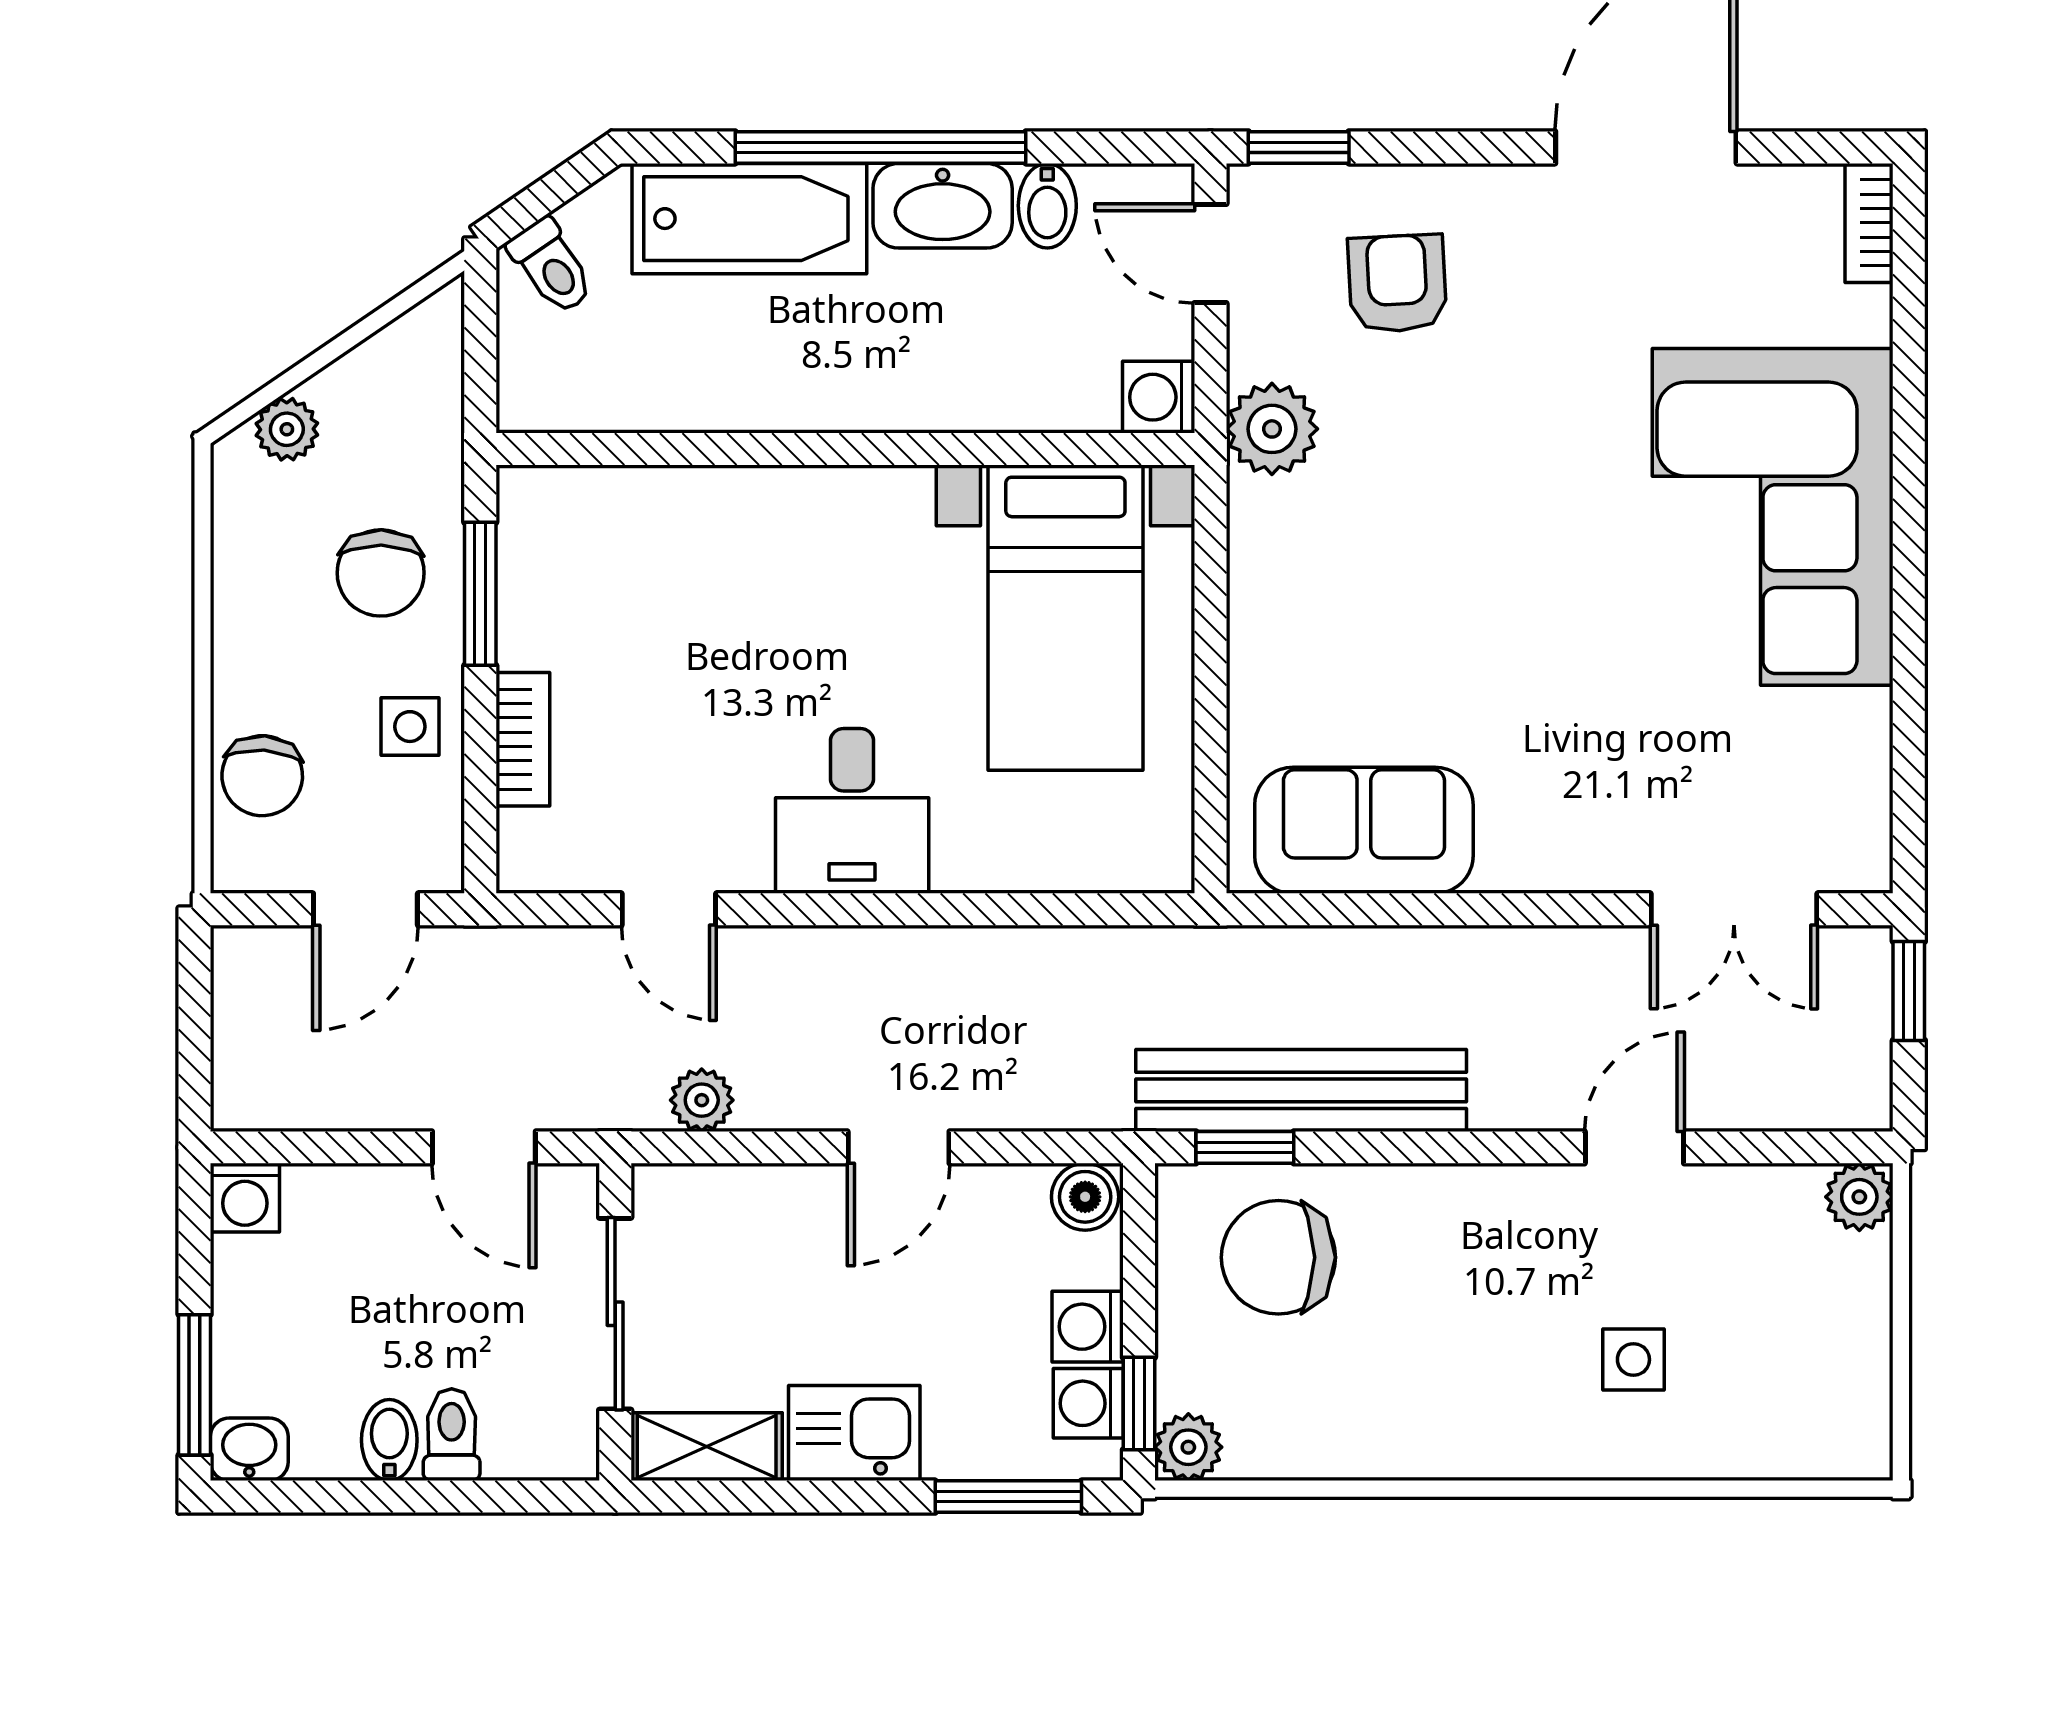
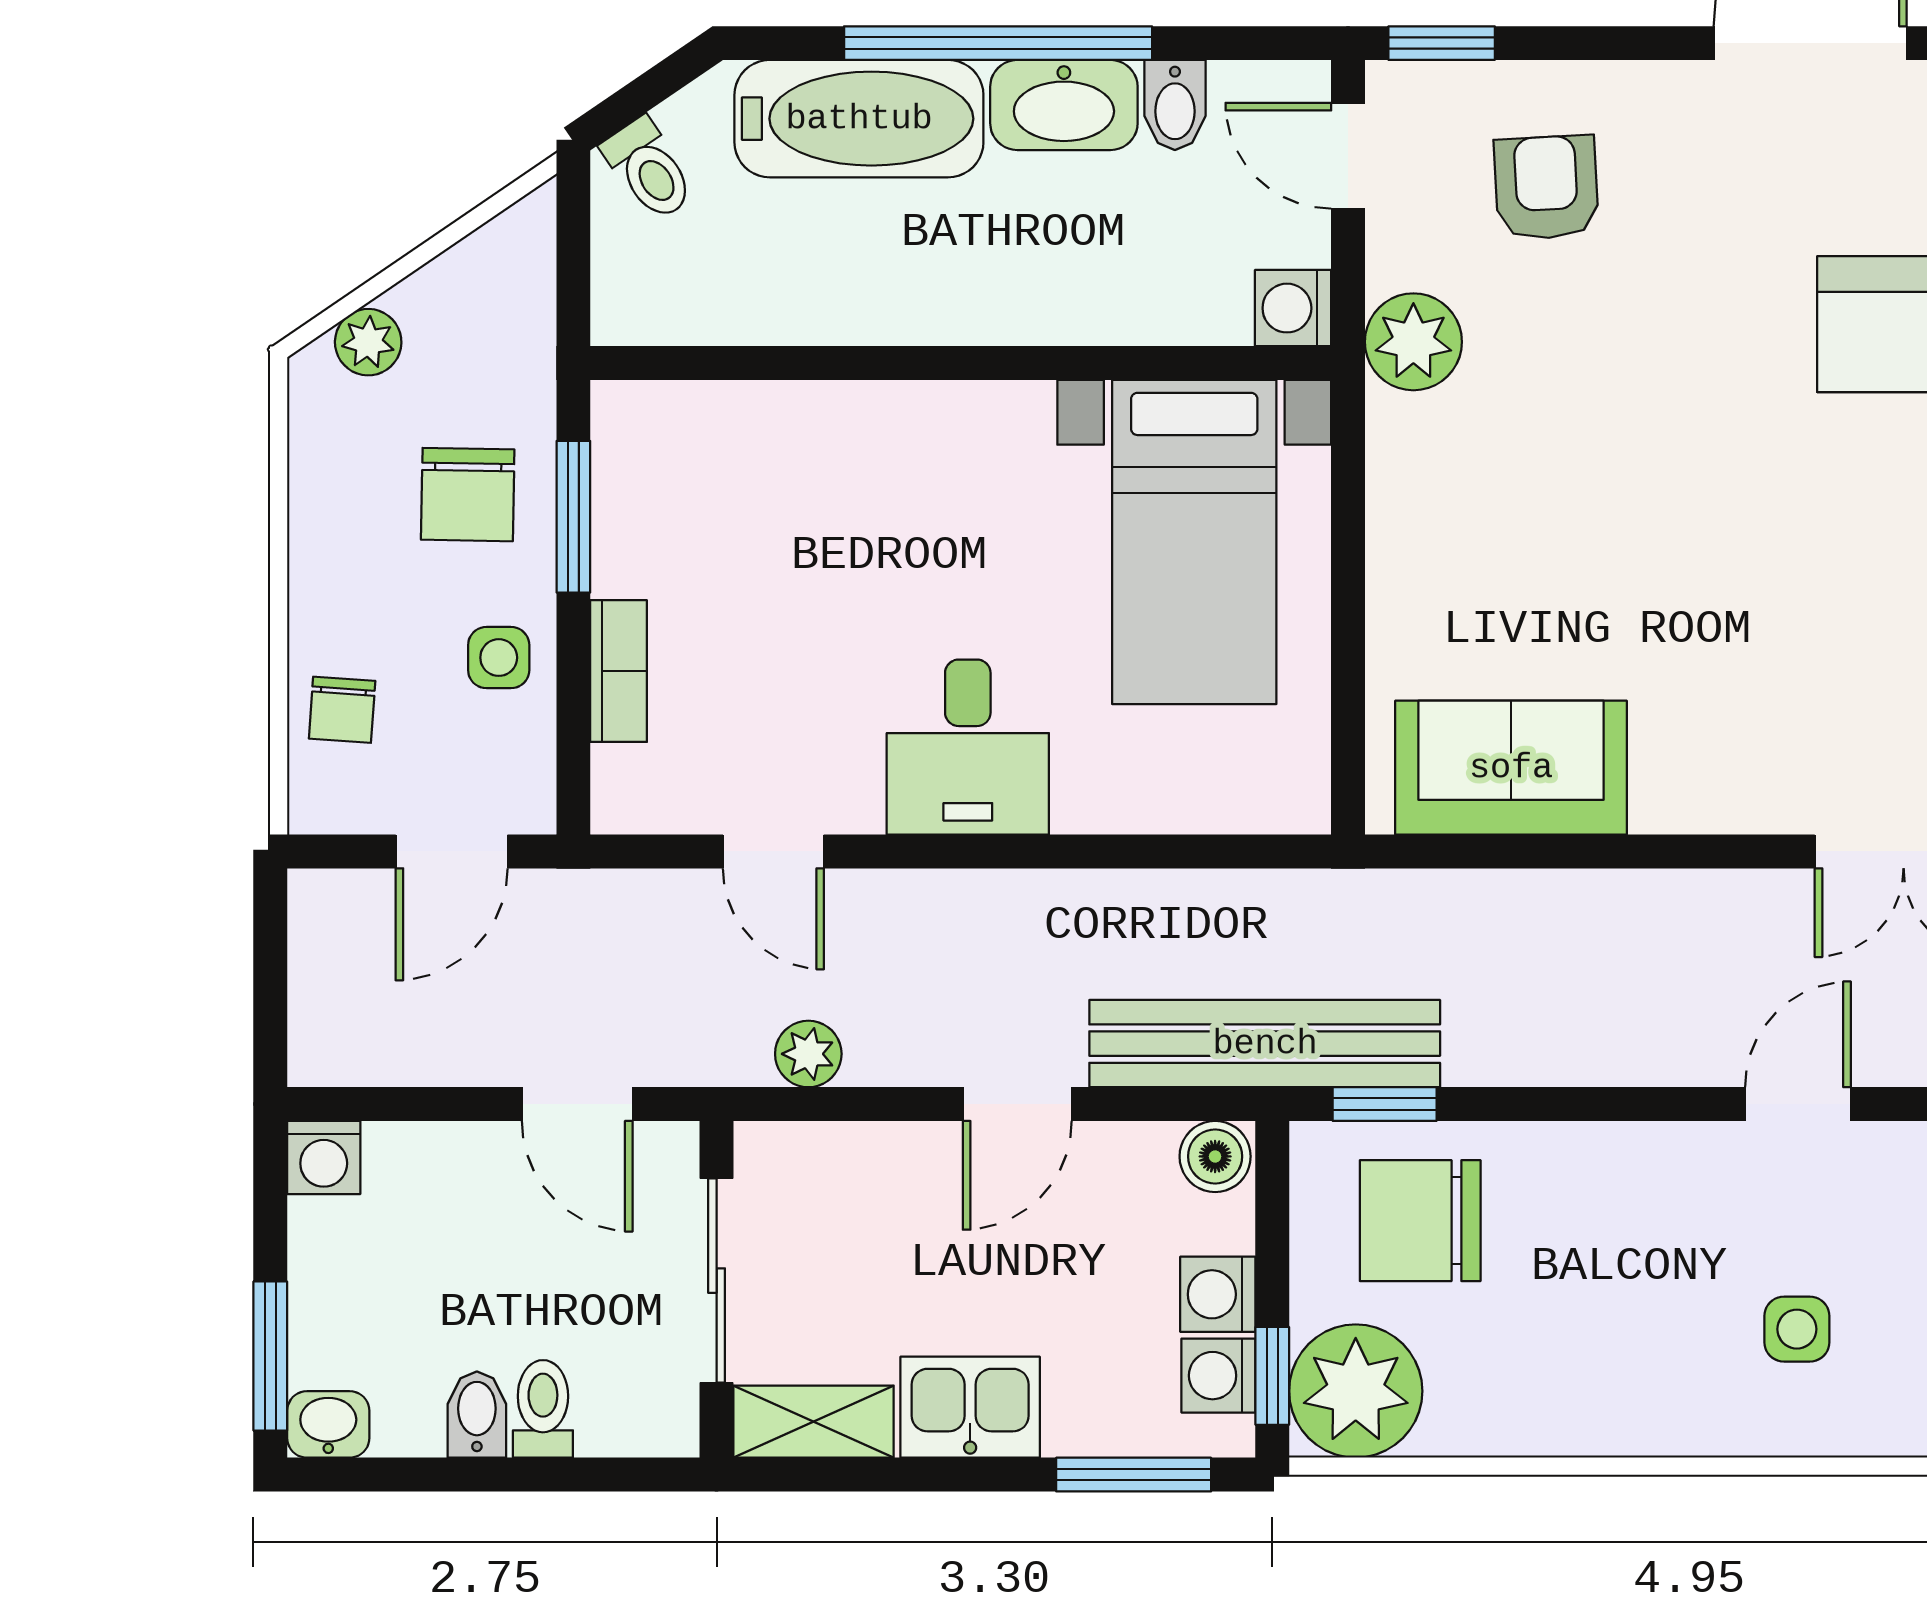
chair: (262, 776) -> (342, 710), width x0.73, depth x0.73
bench: (1301, 1090) -> (1265, 1044), moved
plant: (1188, 1447) -> (1356, 1391), width x1.87, depth x1.87

